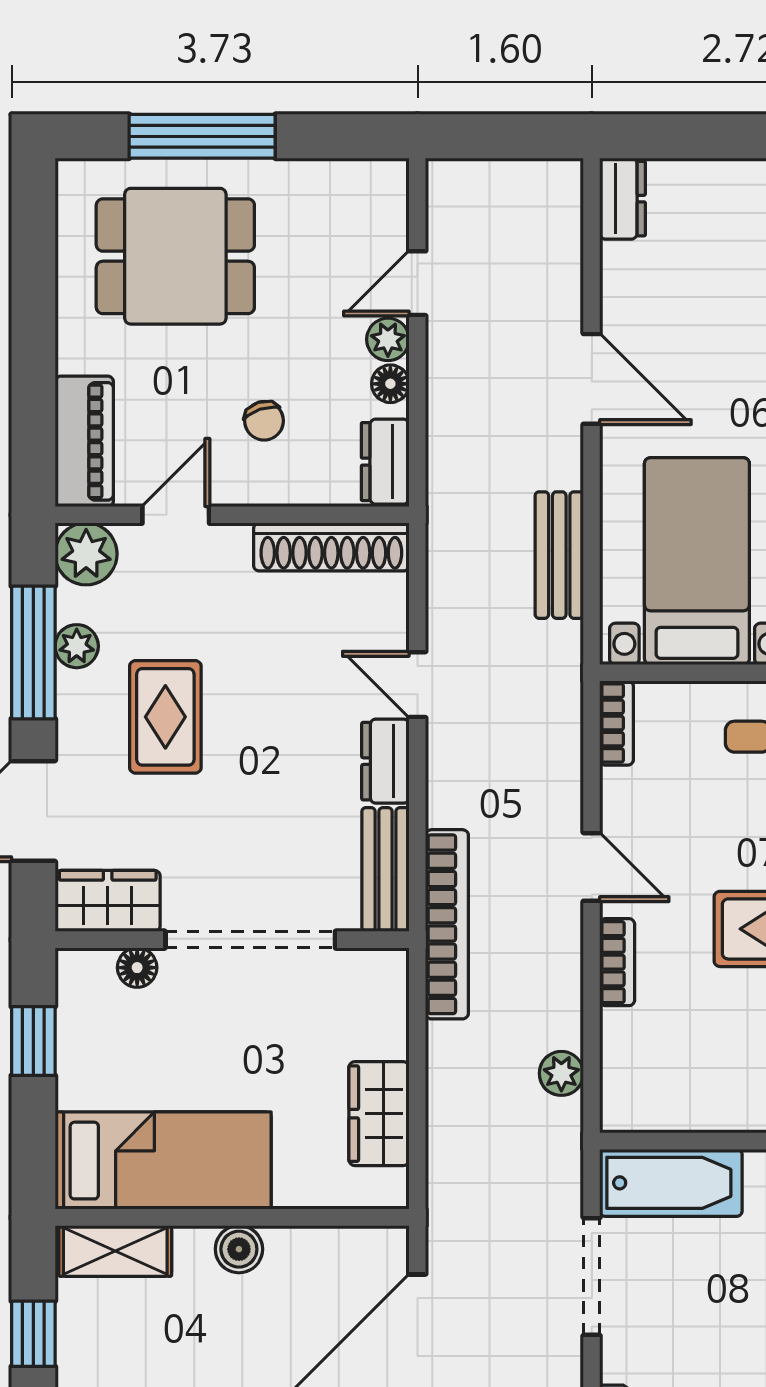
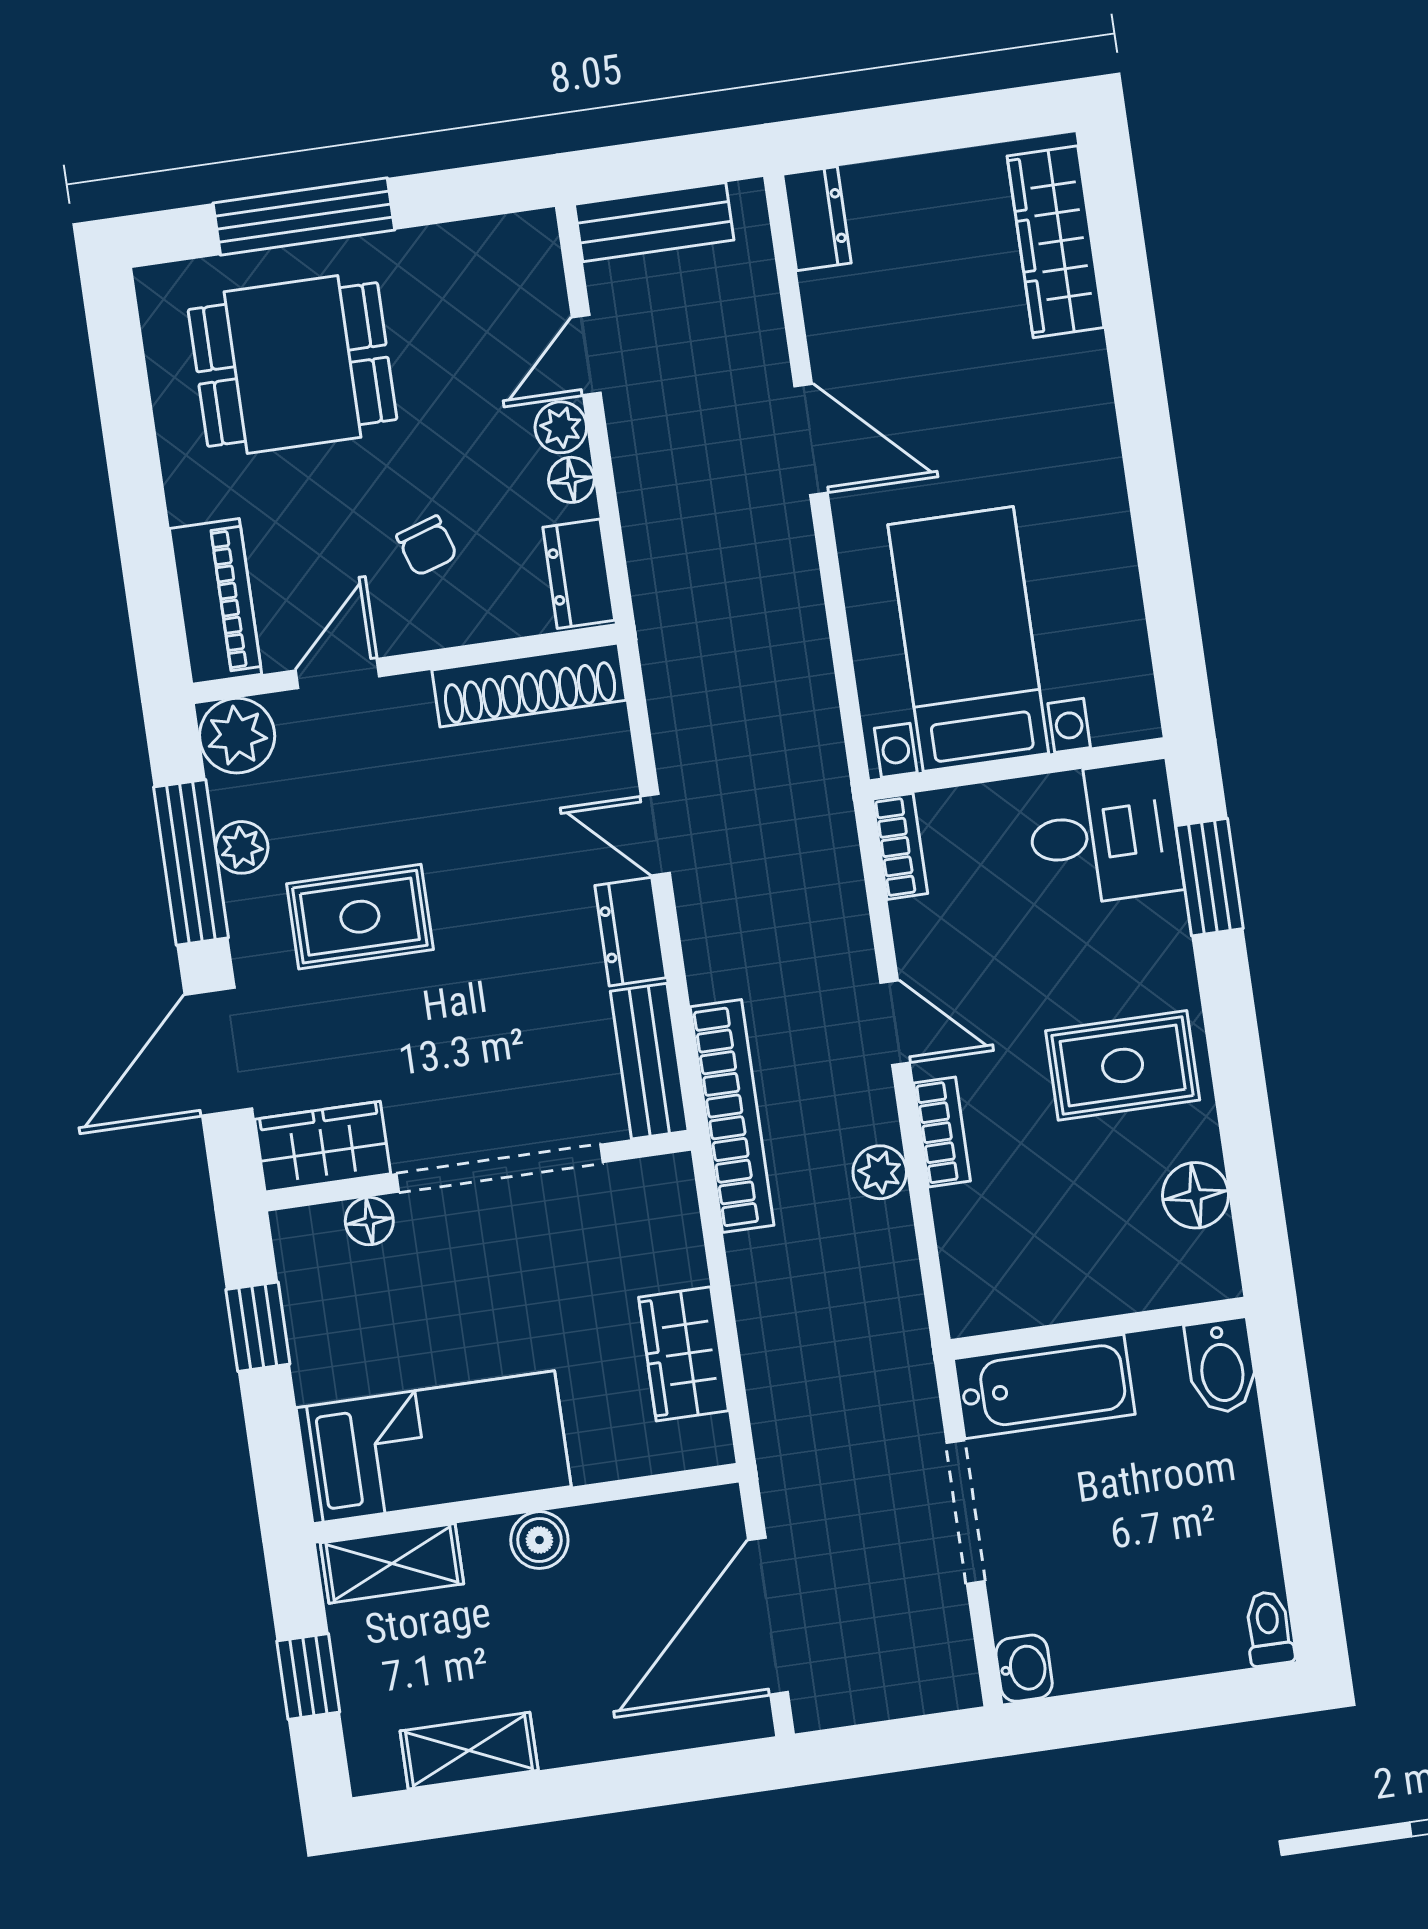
bench: (559, 555) -> (654, 222), moved, turned 90
rug: (165, 717) -> (360, 917), turned 90
plant: (561, 1073) -> (880, 1172), moved

